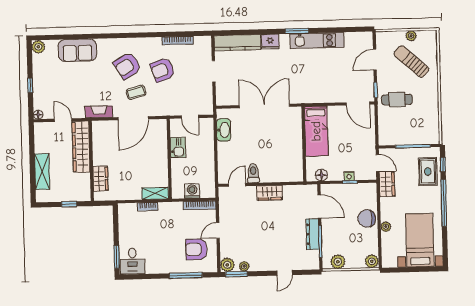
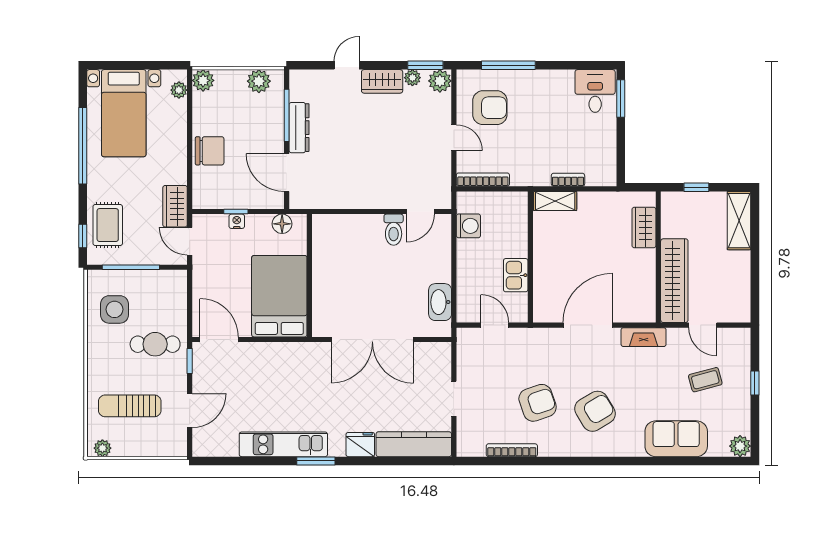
plant: (411, 36) -> (102, 448), moved
sun lounger: (411, 62) -> (130, 406), turned 138
coffee table: (136, 92) -> (705, 380), moved
floor lamp: (38, 115) -> (743, 335), removed
side table: (422, 120) -> (114, 309), added
bed: (316, 131) -> (279, 296), width x1.50
shelving: (42, 172) -> (739, 221), moved
washing machine: (192, 191) -> (468, 226), moved, turned -90
wardrobe: (270, 193) -> (382, 81), moved, turned 180
window: (444, 203) -> (83, 146), moved
plant: (386, 227) -> (179, 90), moved
door: (218, 230) -> (454, 138), hinge flipped

